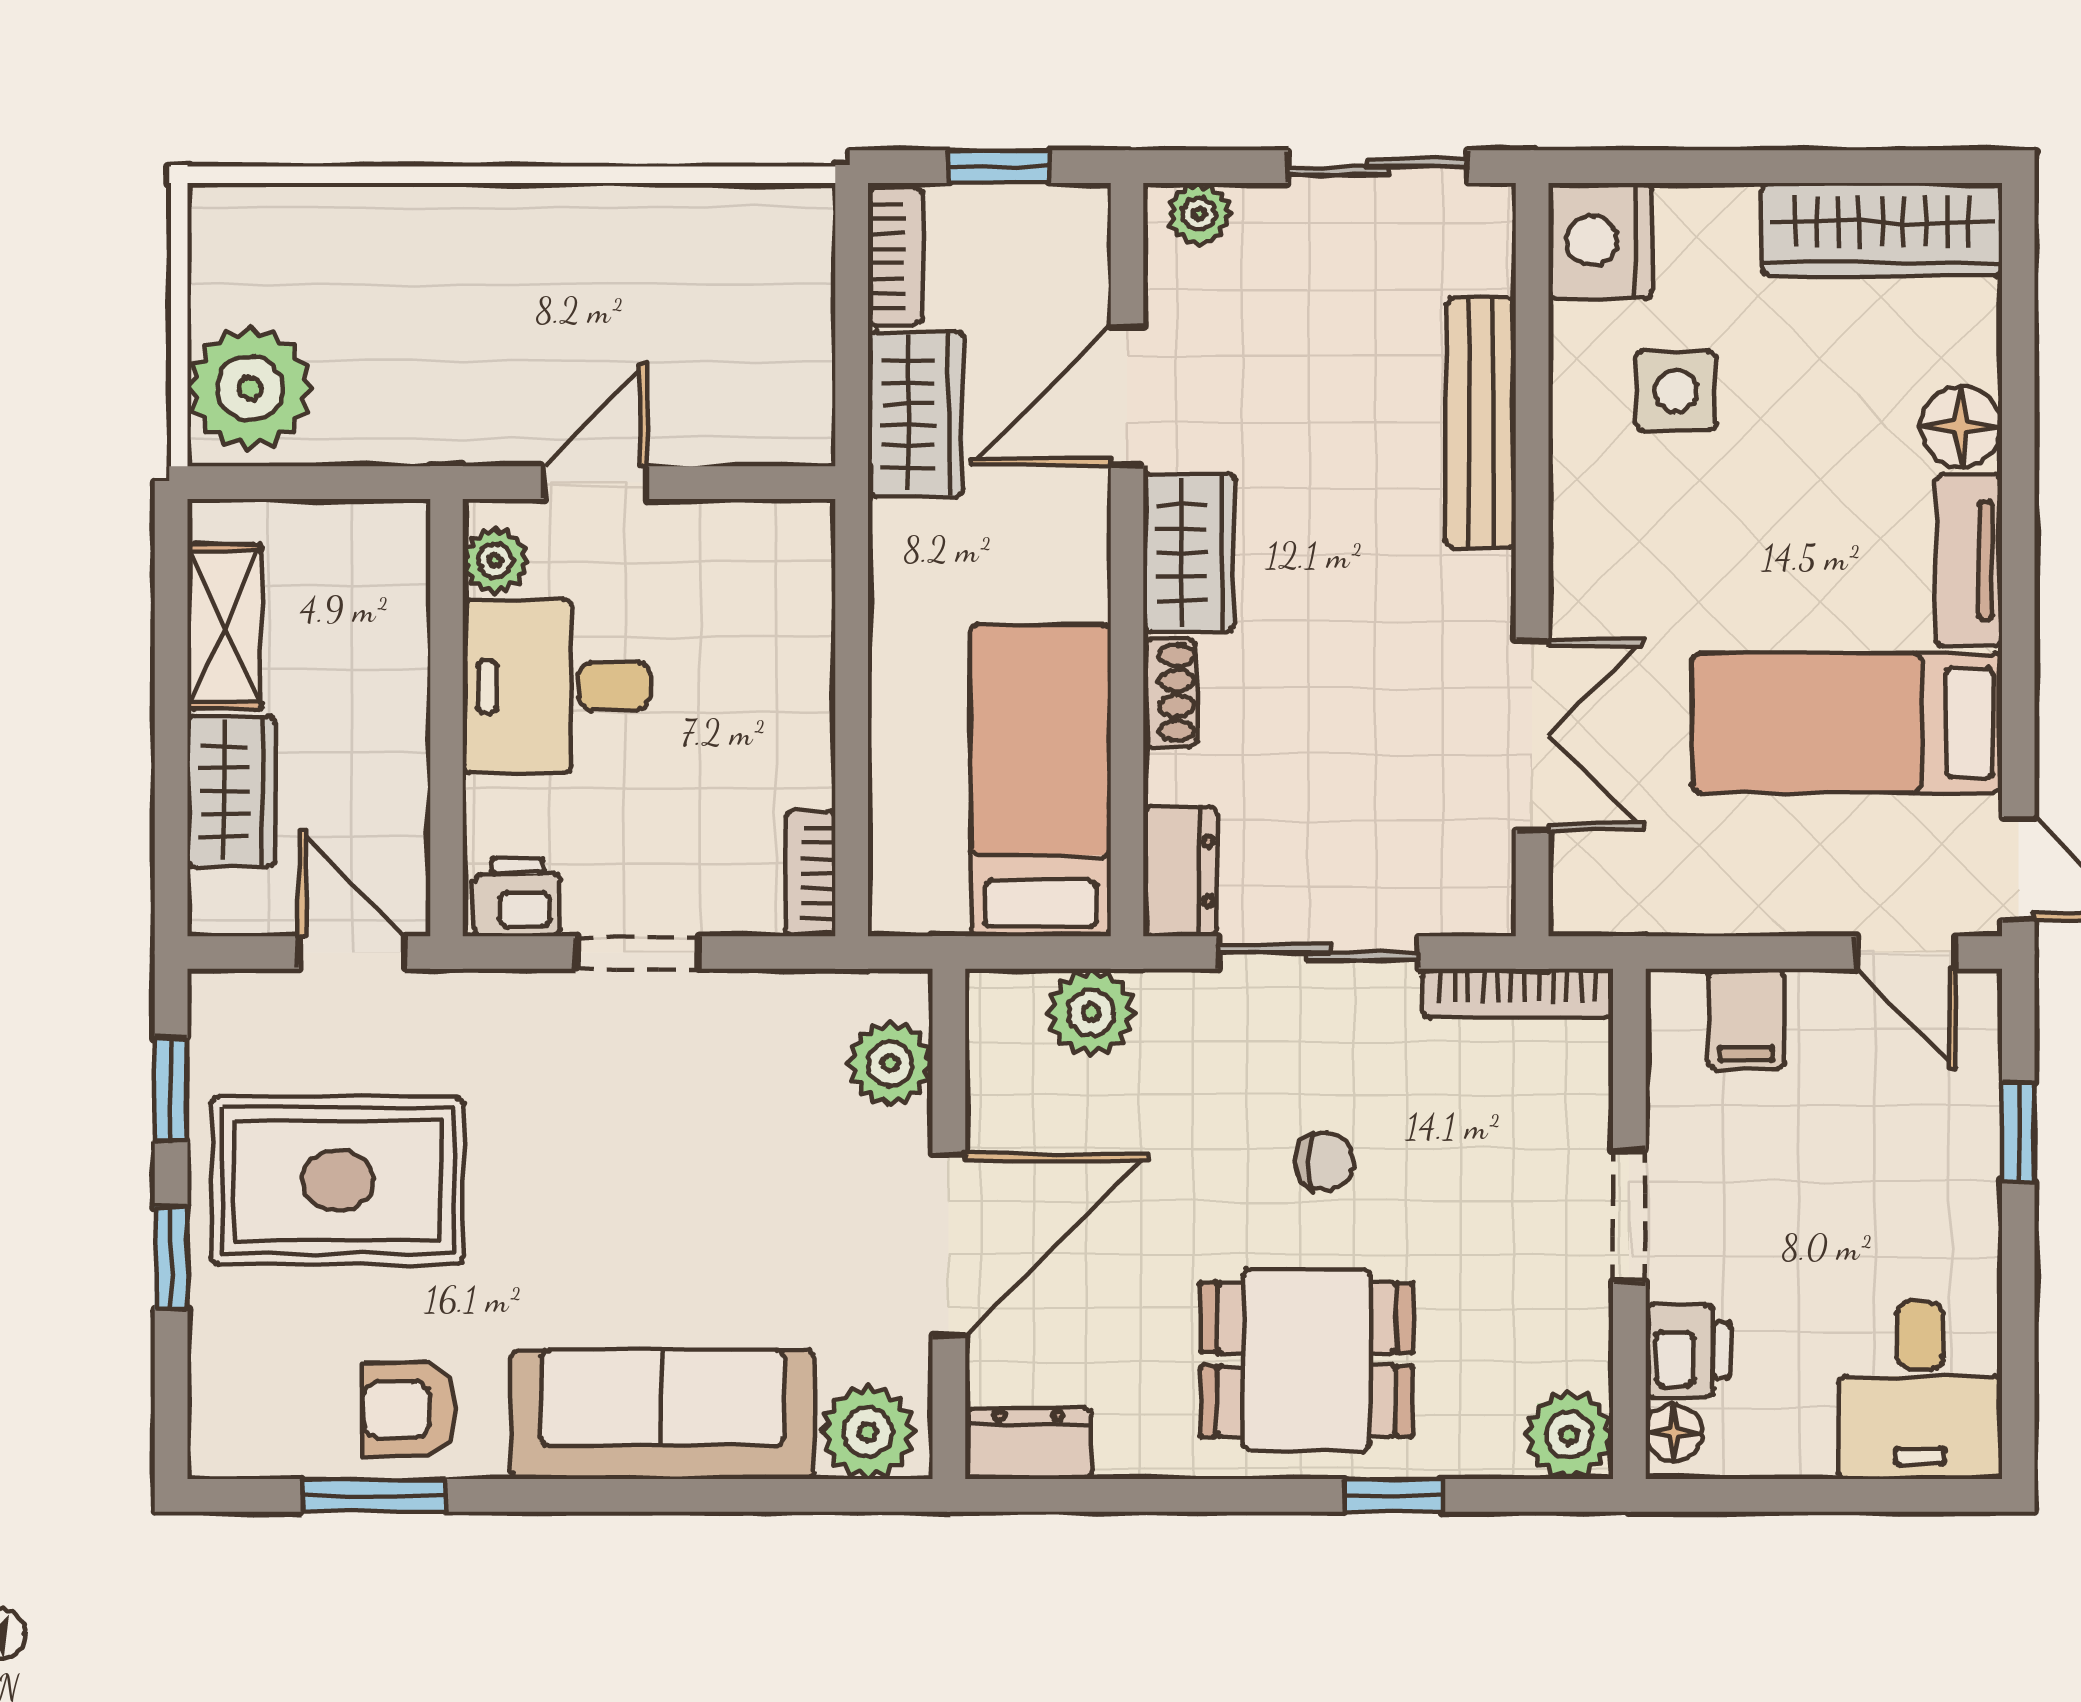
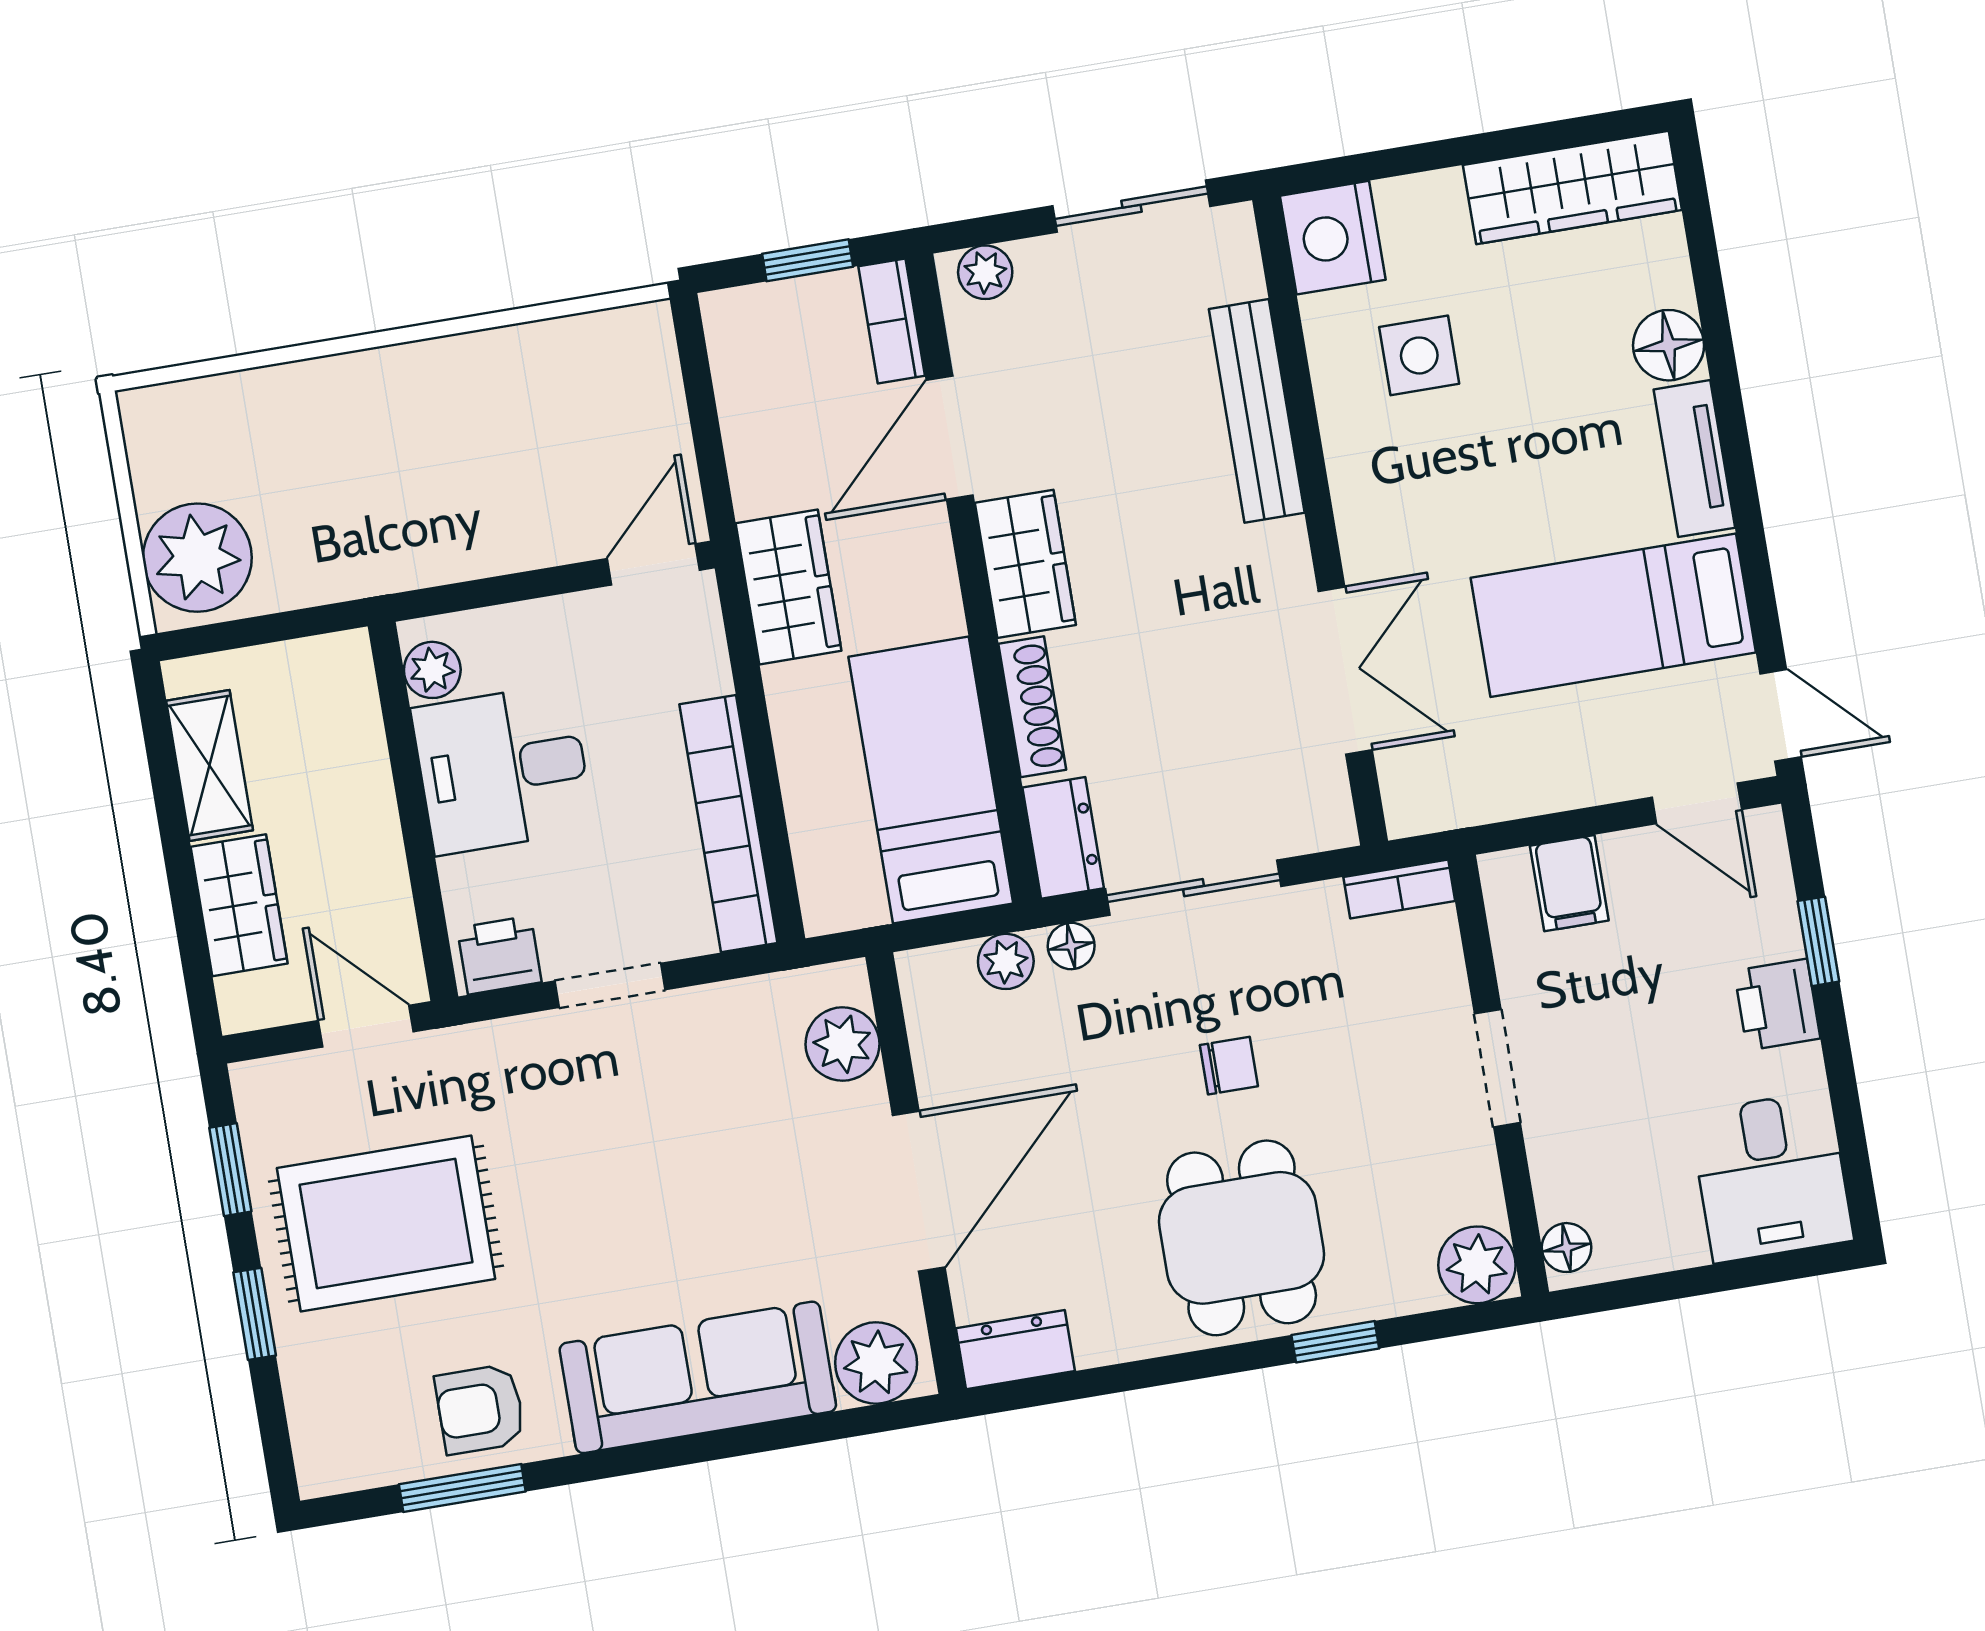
bookcase: (895, 256) -> (892, 321), moved, turned 180
wardrobe: (916, 414) -> (788, 587), moved
door: (595, 483) -> (653, 564), moved
shoe rack: (1170, 693) -> (1032, 707), width x1.43
bookcase: (810, 874) -> (728, 824), width x2.31, depth x1.31
bookcase: (1518, 993) -> (1399, 889), width x0.64
floor lamp: (1169, 996) -> (1071, 946), added
plant: (1091, 1013) -> (1006, 961), width x0.73, depth x0.73
printer: (1688, 1351) -> (1777, 1005), moved, turned 180
dining table: (1307, 1360) -> (1242, 1238), turned 90

